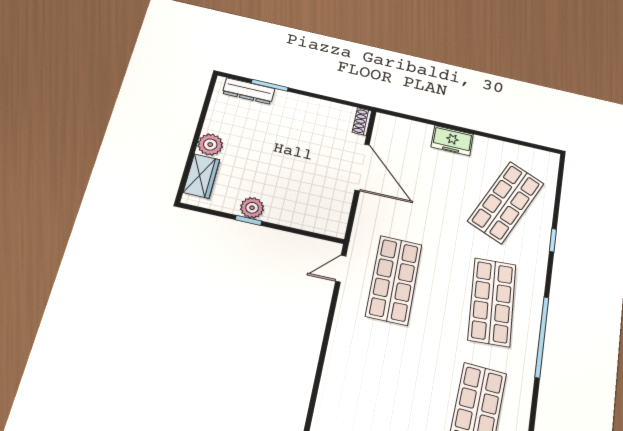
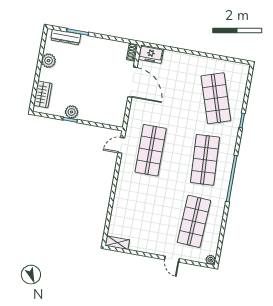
freezer: (452, 141) -> (151, 54), moved
plant: (210, 145) -> (49, 61), moved
shop shelf: (506, 202) -> (216, 98), turned -42

